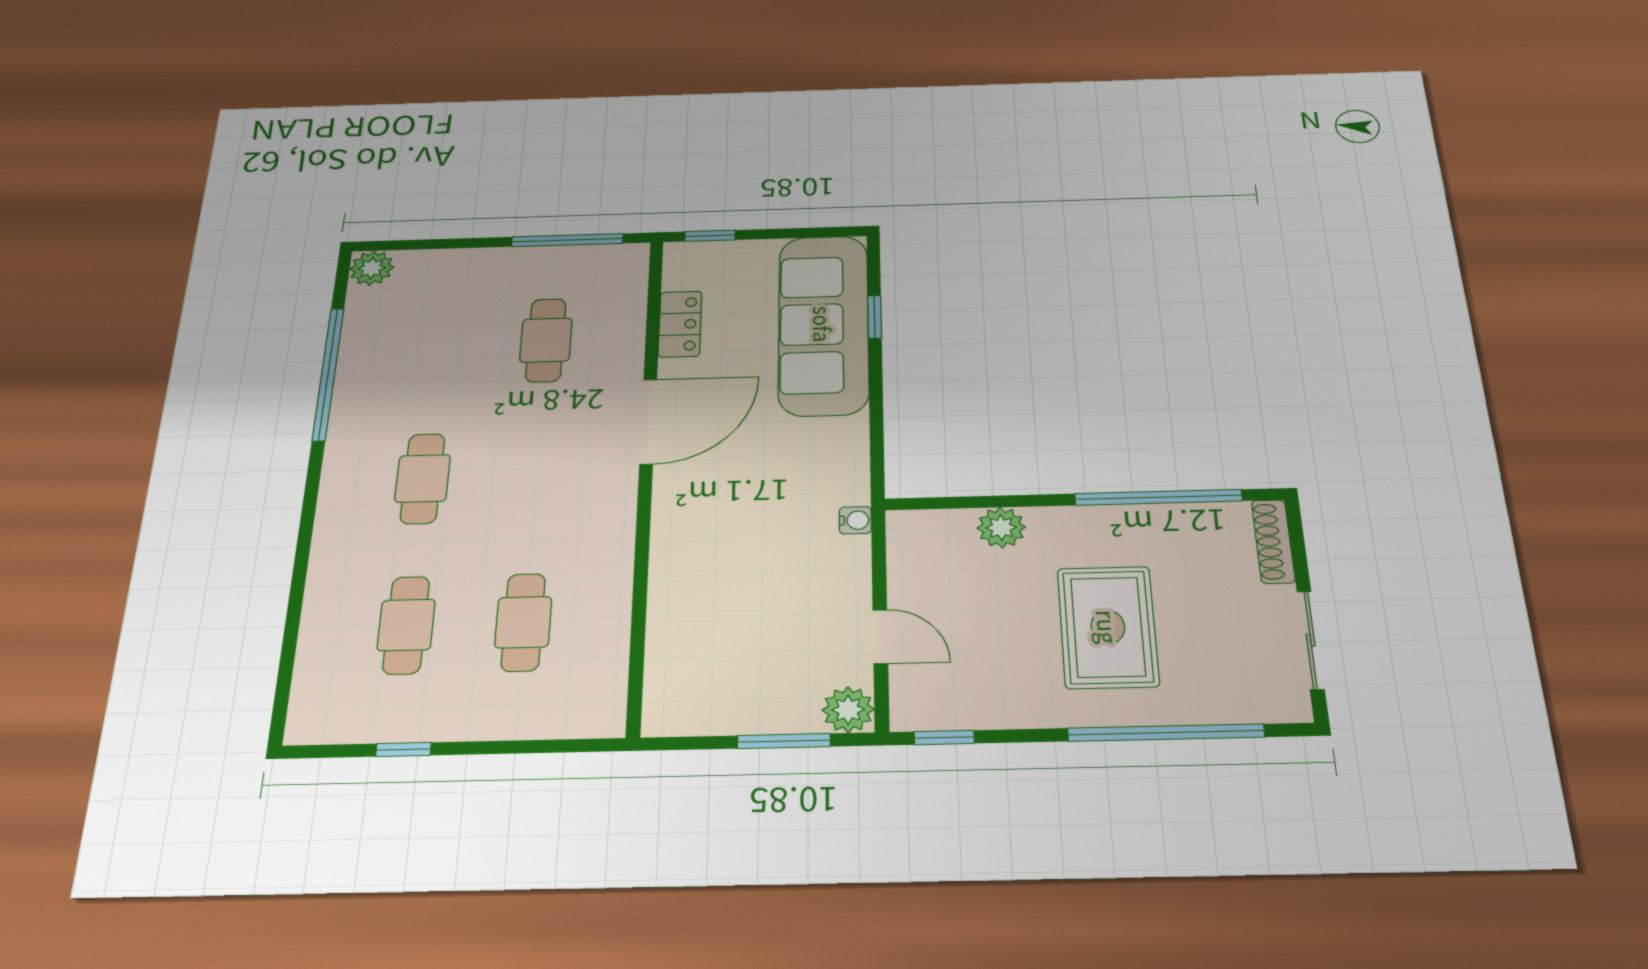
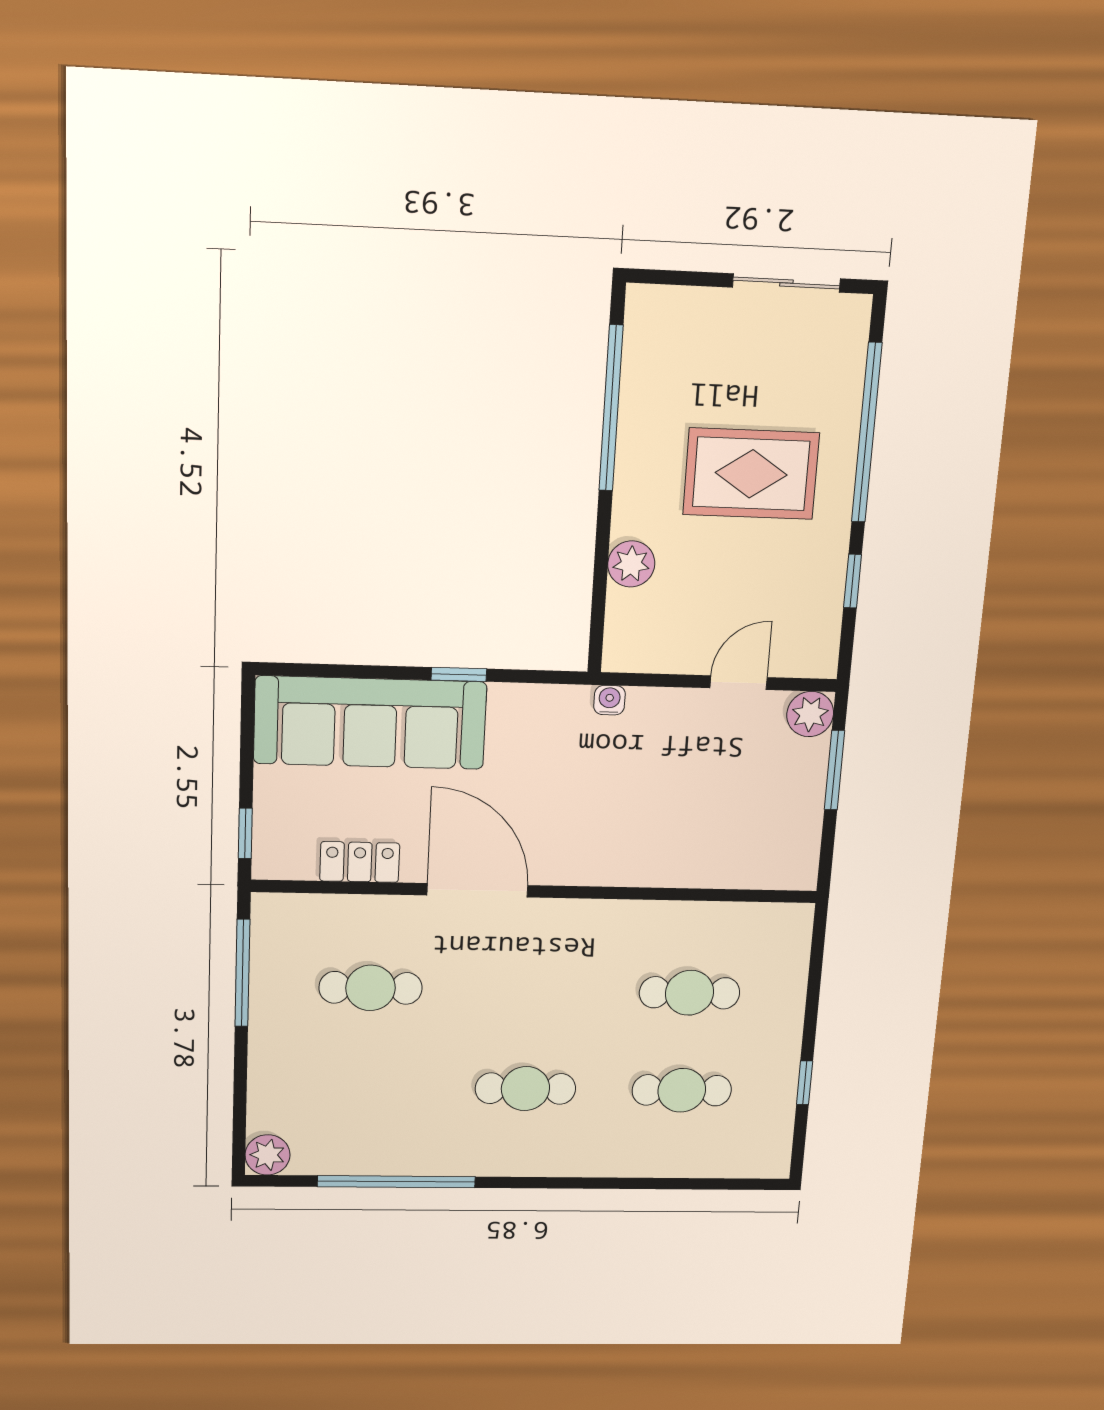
window: (875, 317) -> (459, 674), moved
shoe rack: (1273, 541) -> (673, 302), removed
window: (944, 738) -> (853, 581), moved

